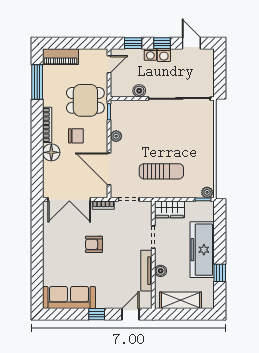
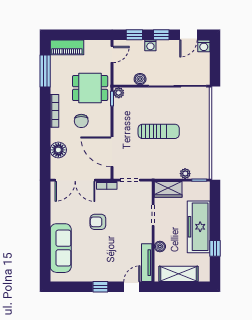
door: (191, 43) -> (188, 35), swing flipped
washing machine: (164, 55) -> (204, 46), moved
chair: (76, 136) -> (81, 121), turned 90
plant: (116, 136) -> (119, 93), moved
floor lamp: (51, 152) -> (58, 150), moved
sun lounger: (161, 171) -> (159, 131), moved
plant: (207, 192) -> (185, 174), moved
tv unit: (146, 271) -> (147, 263), moved
sofa: (69, 297) -> (61, 248), moved, turned 90

